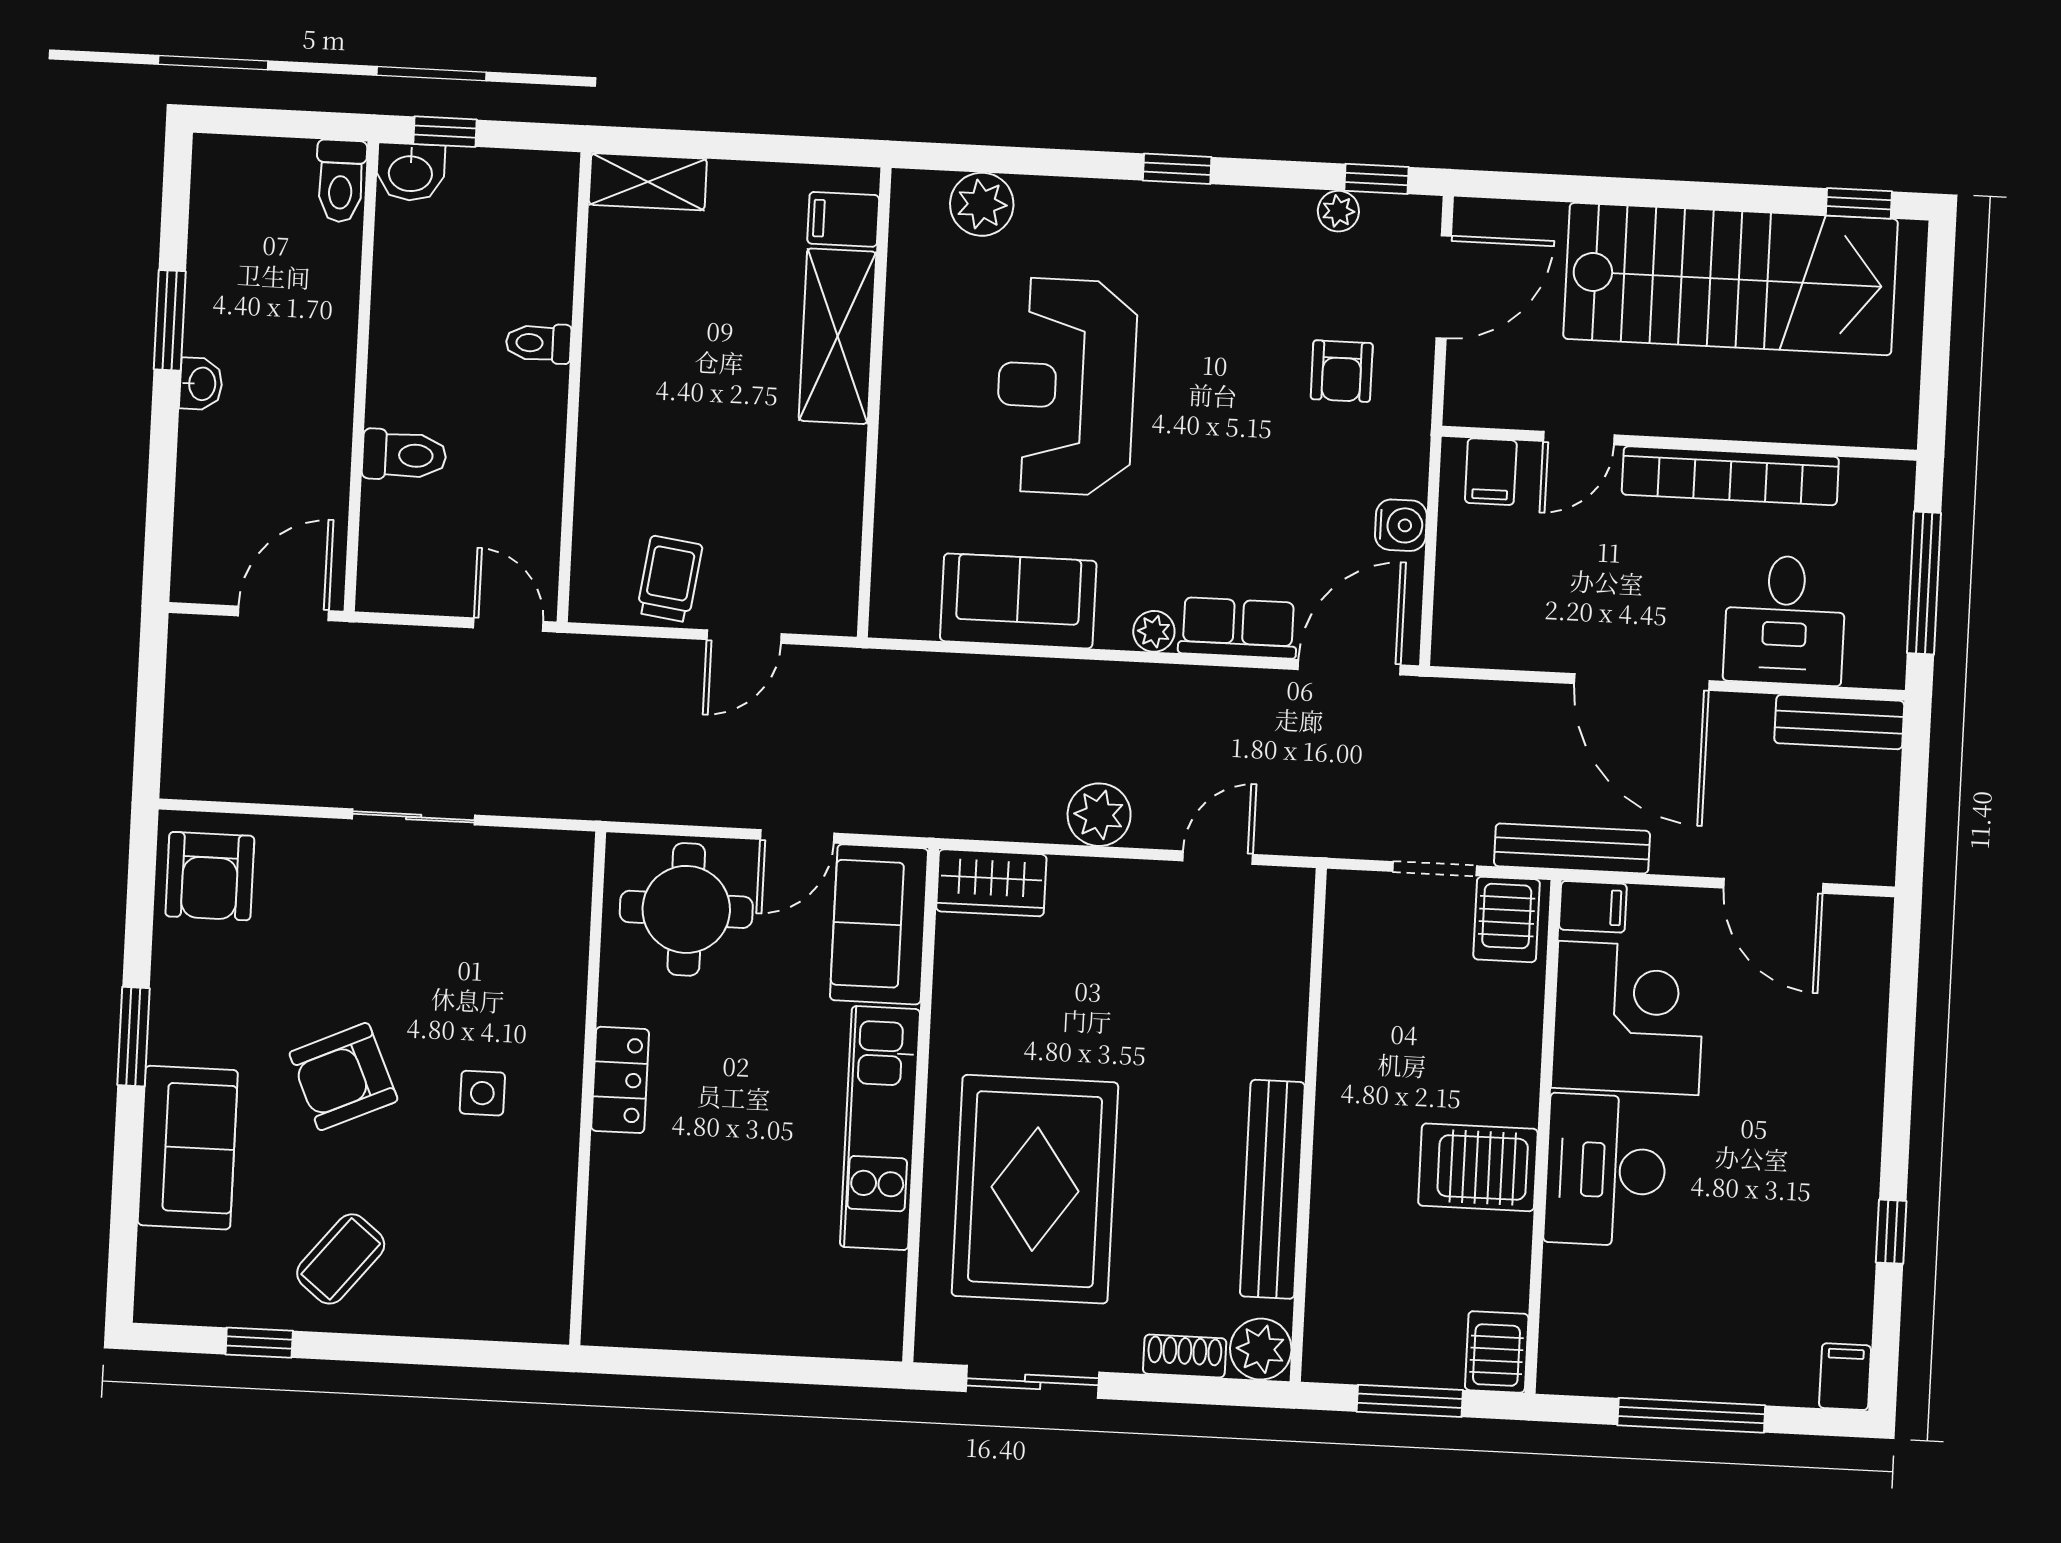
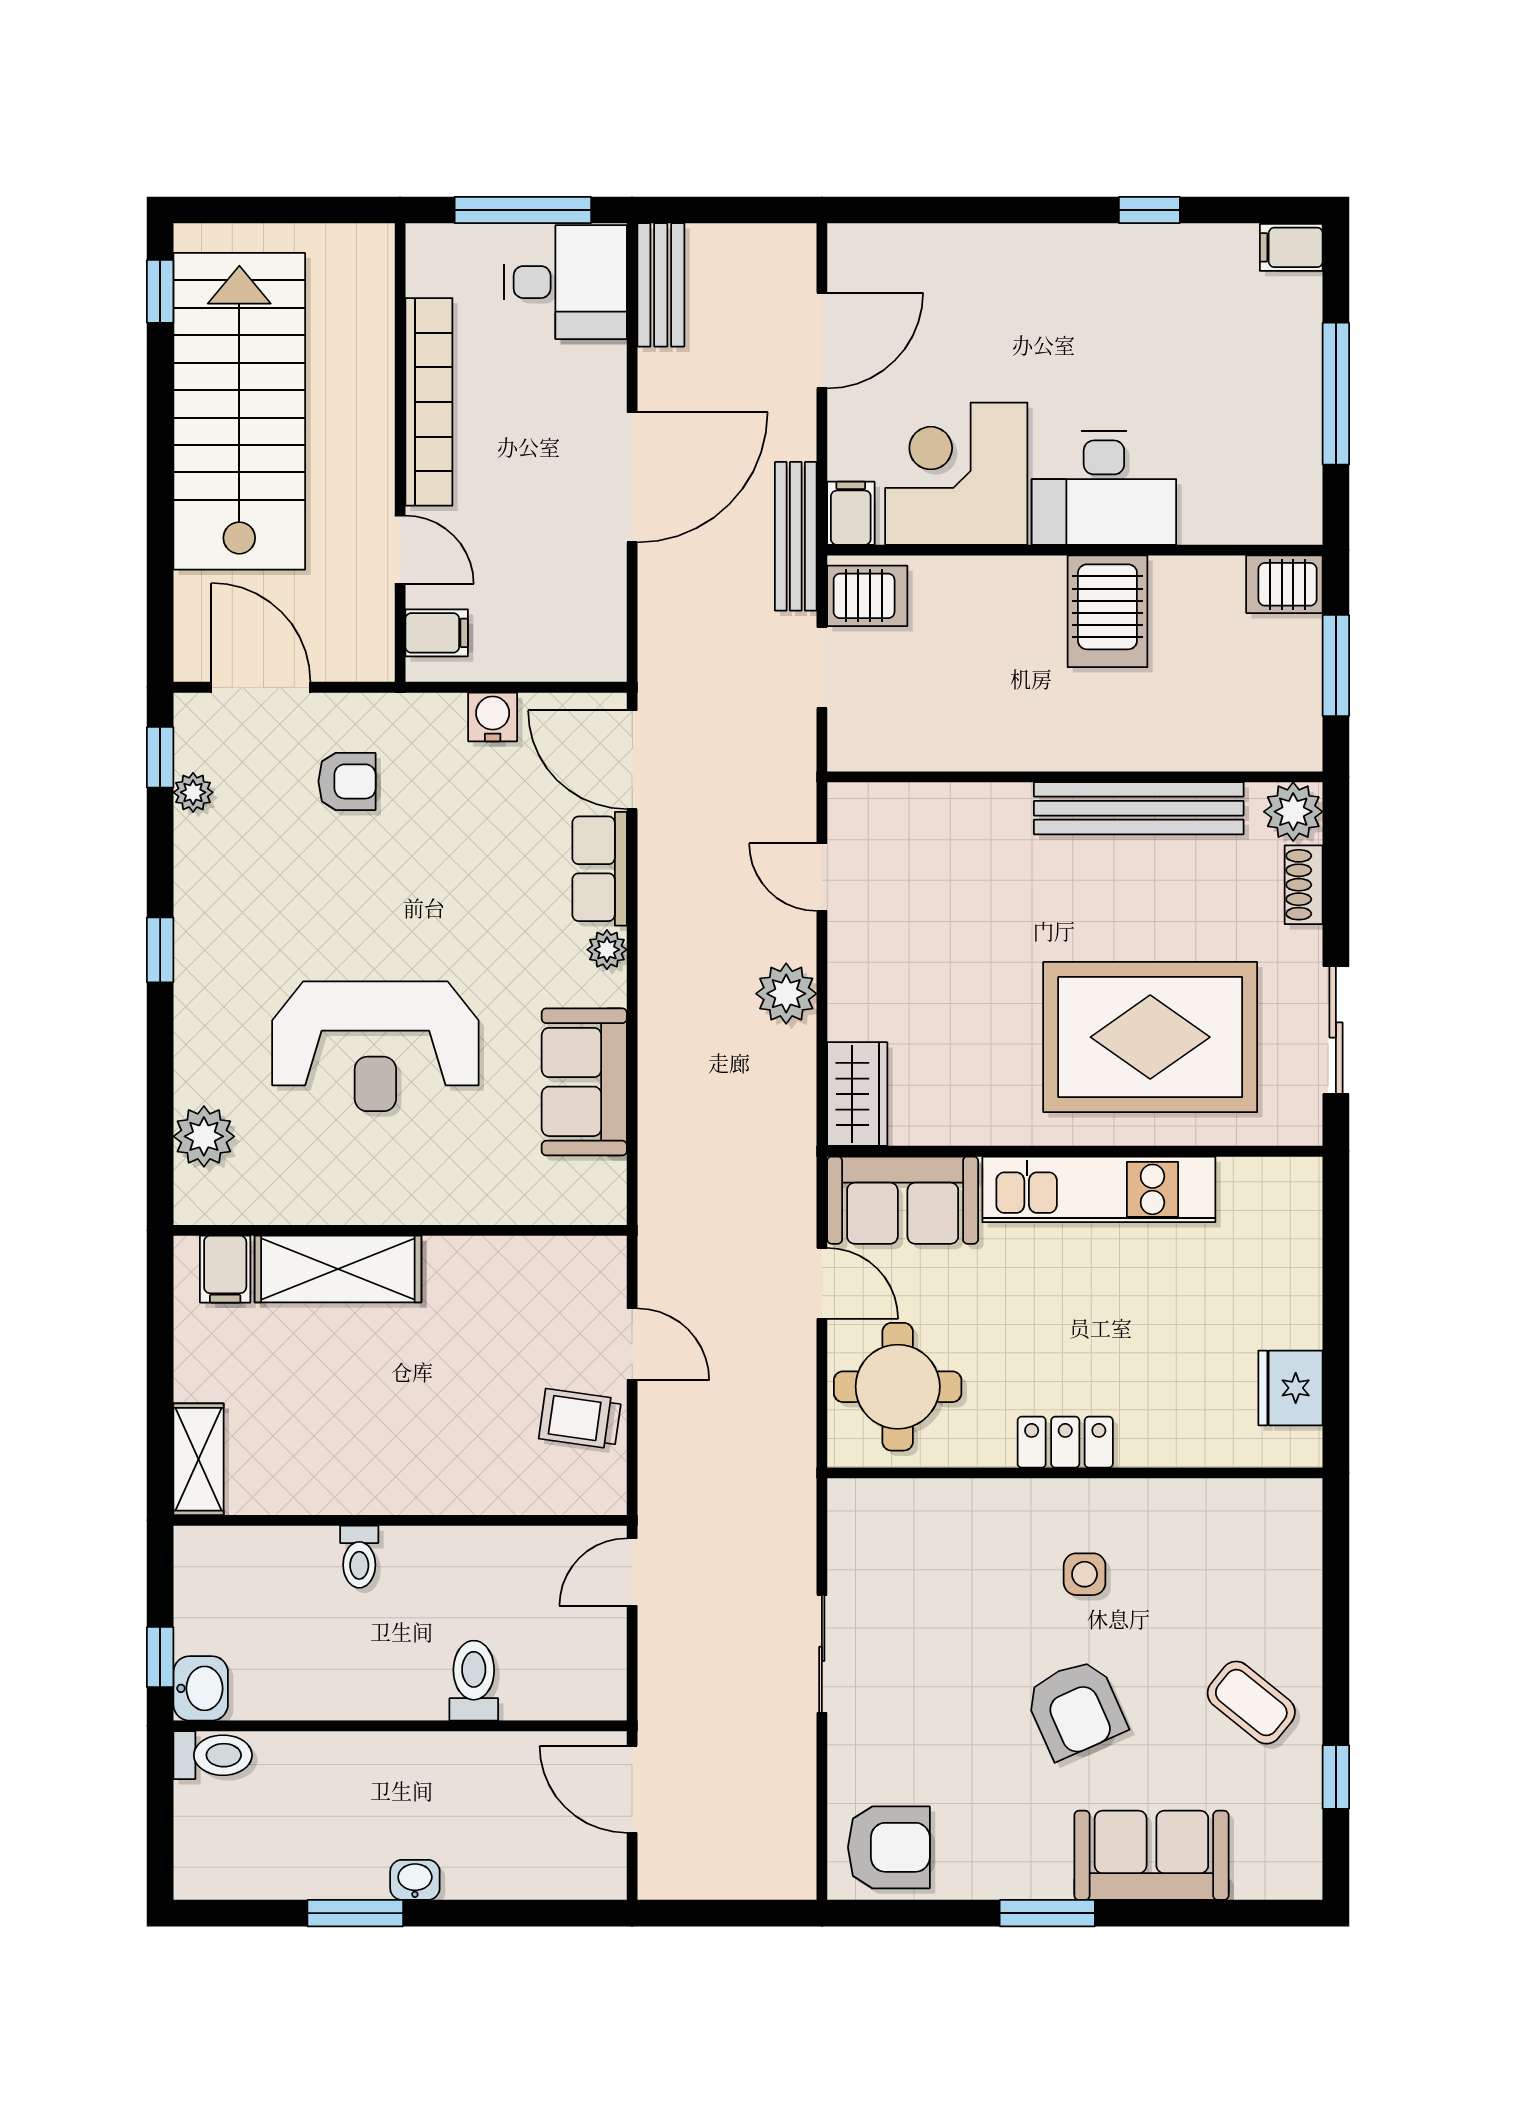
desk: (1785, 620) -> (565, 282), moved
fridge: (664, 1316) -> (1291, 1388), added

